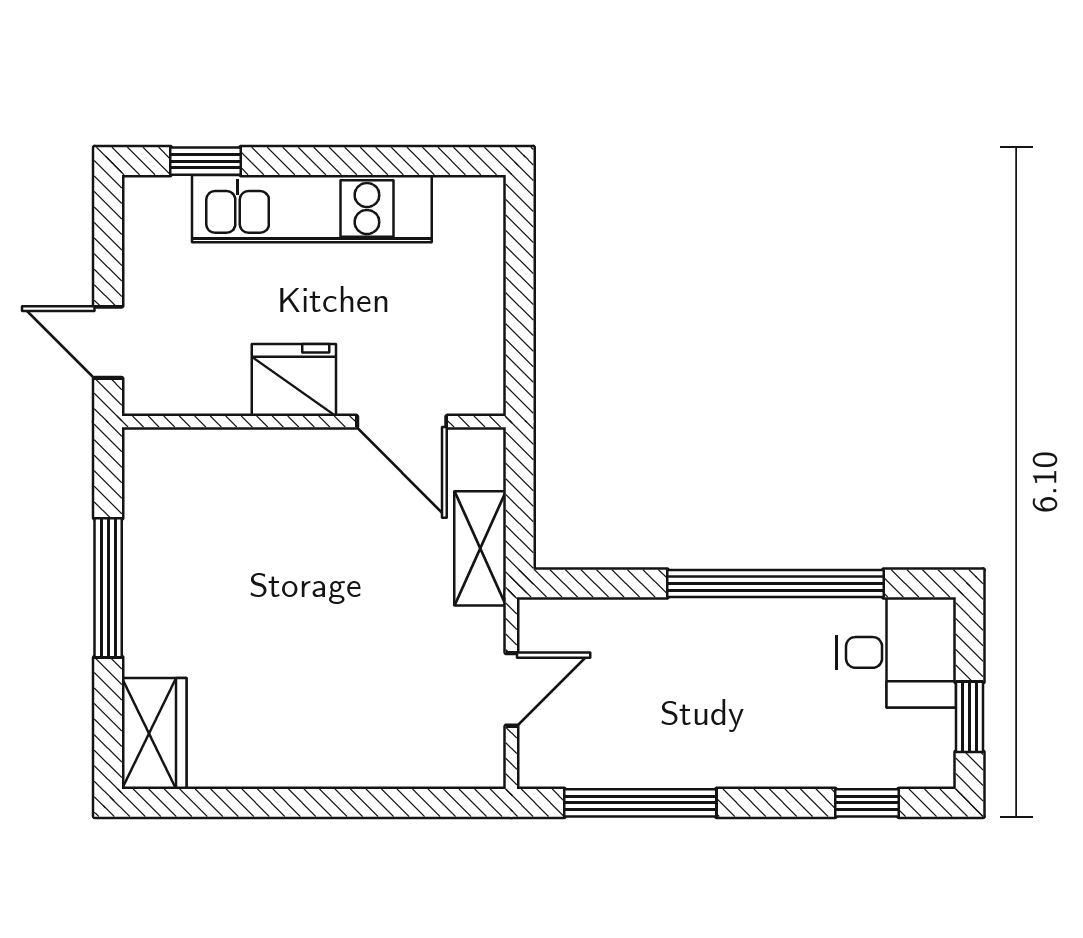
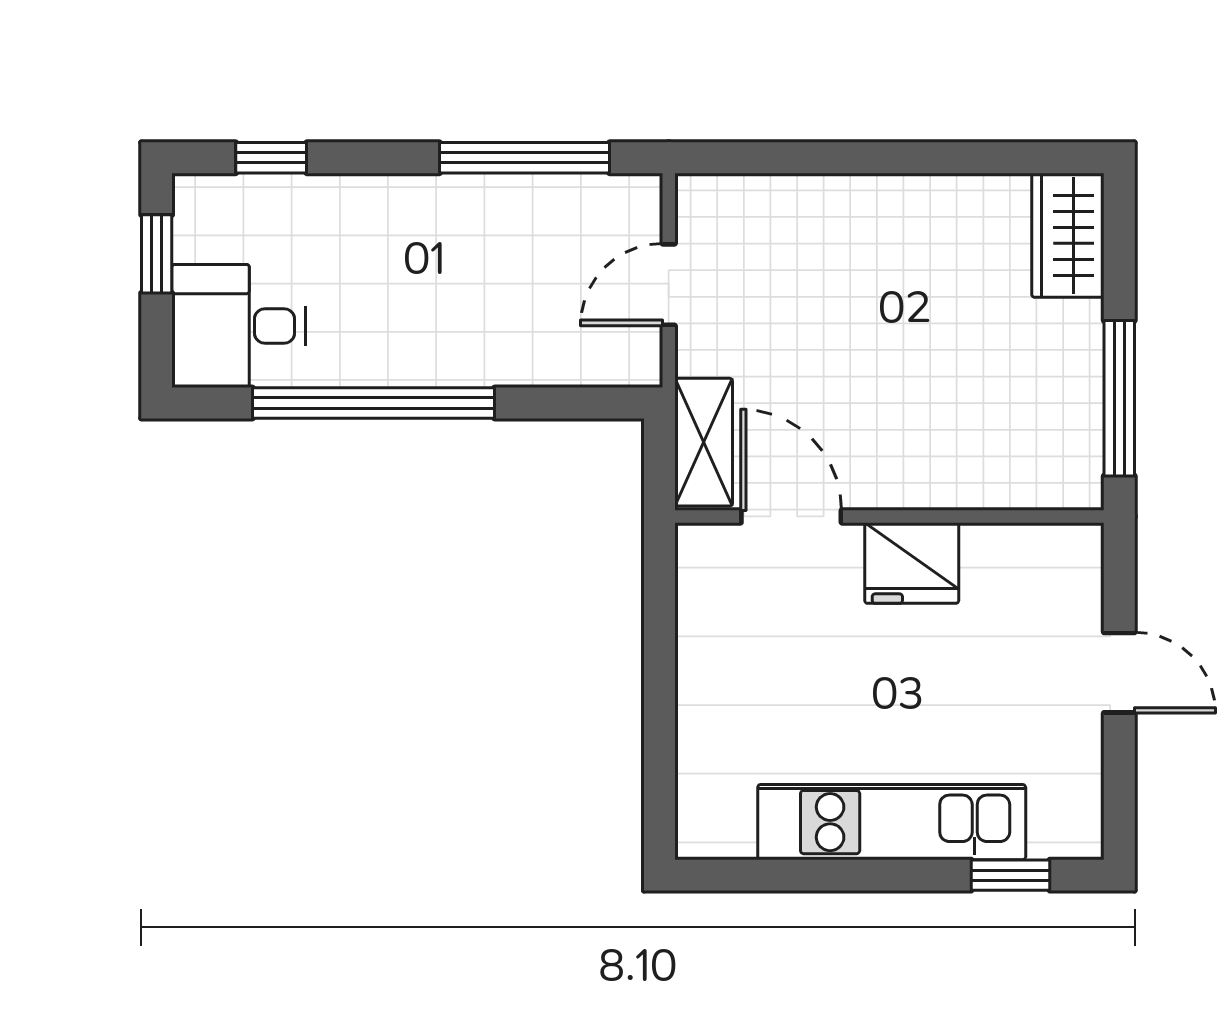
fridge: (294, 380) -> (912, 563), moved
wall: (314, 422) -> (889, 516), moved
door: (402, 422) -> (791, 516), moved

